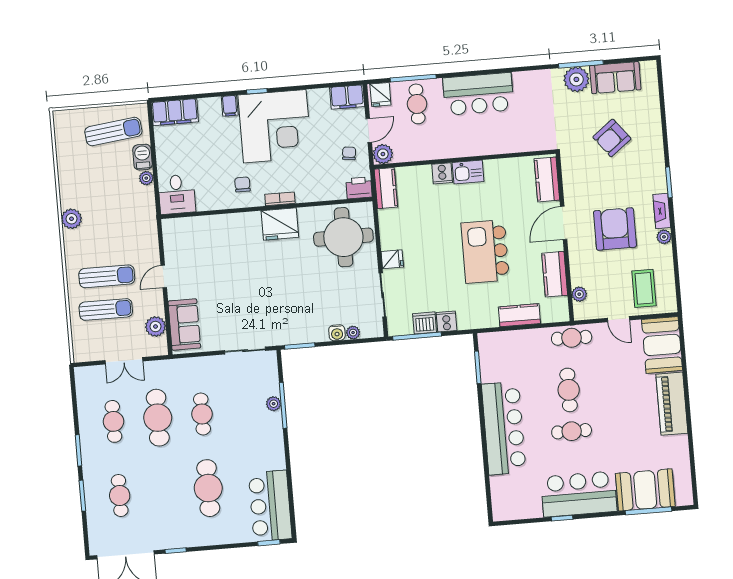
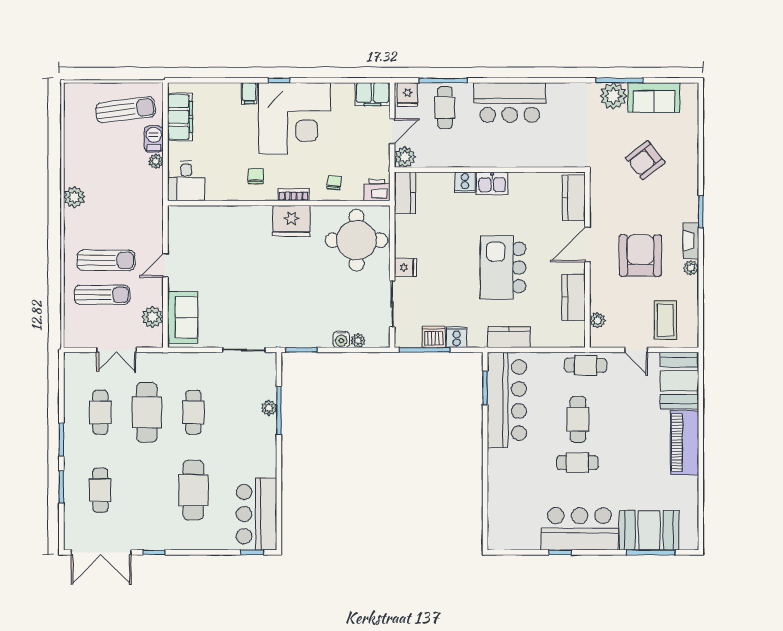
filing cabinet: (175, 112) -> (180, 117), moved, turned -90
chair: (349, 153) -> (334, 183), moved
kitchen counter: (519, 315) -> (509, 337), moved
bar counter: (504, 428) -> (507, 400), moved

